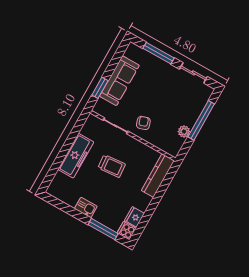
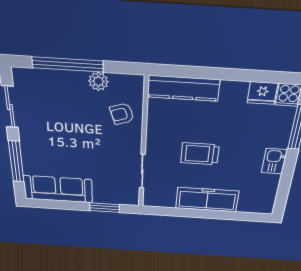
sofa: (119, 81) -> (58, 189), moved
armchair: (143, 123) -> (122, 114), moved
trolley: (112, 166) -> (200, 154), turned -85

